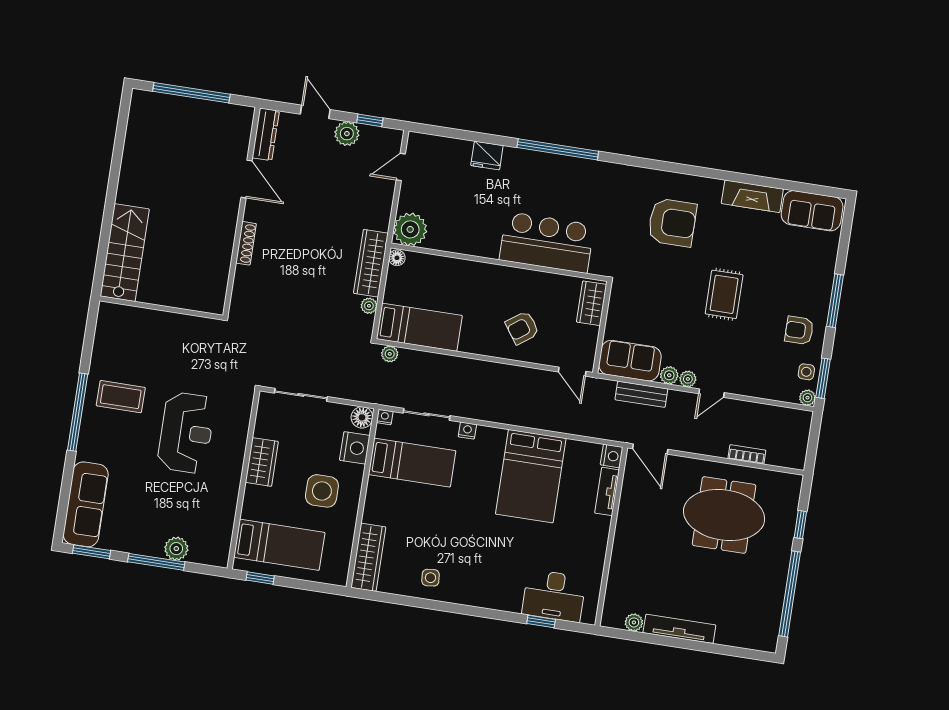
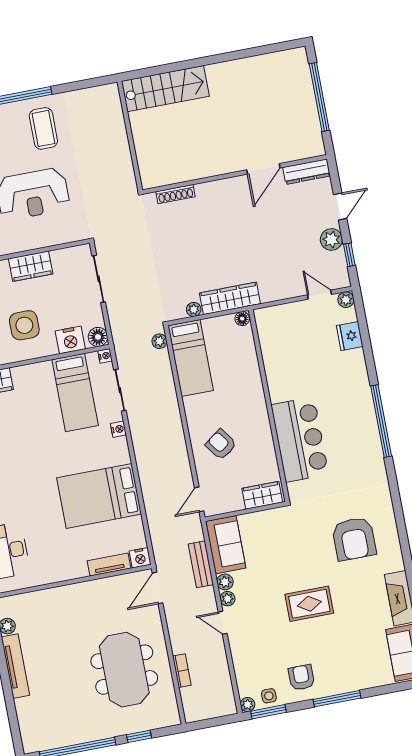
fridge: (487, 155) -> (350, 336), moved
plant: (410, 229) -> (346, 300), moved, width x0.53, depth x0.53
shoe rack: (246, 243) -> (176, 194), moved

